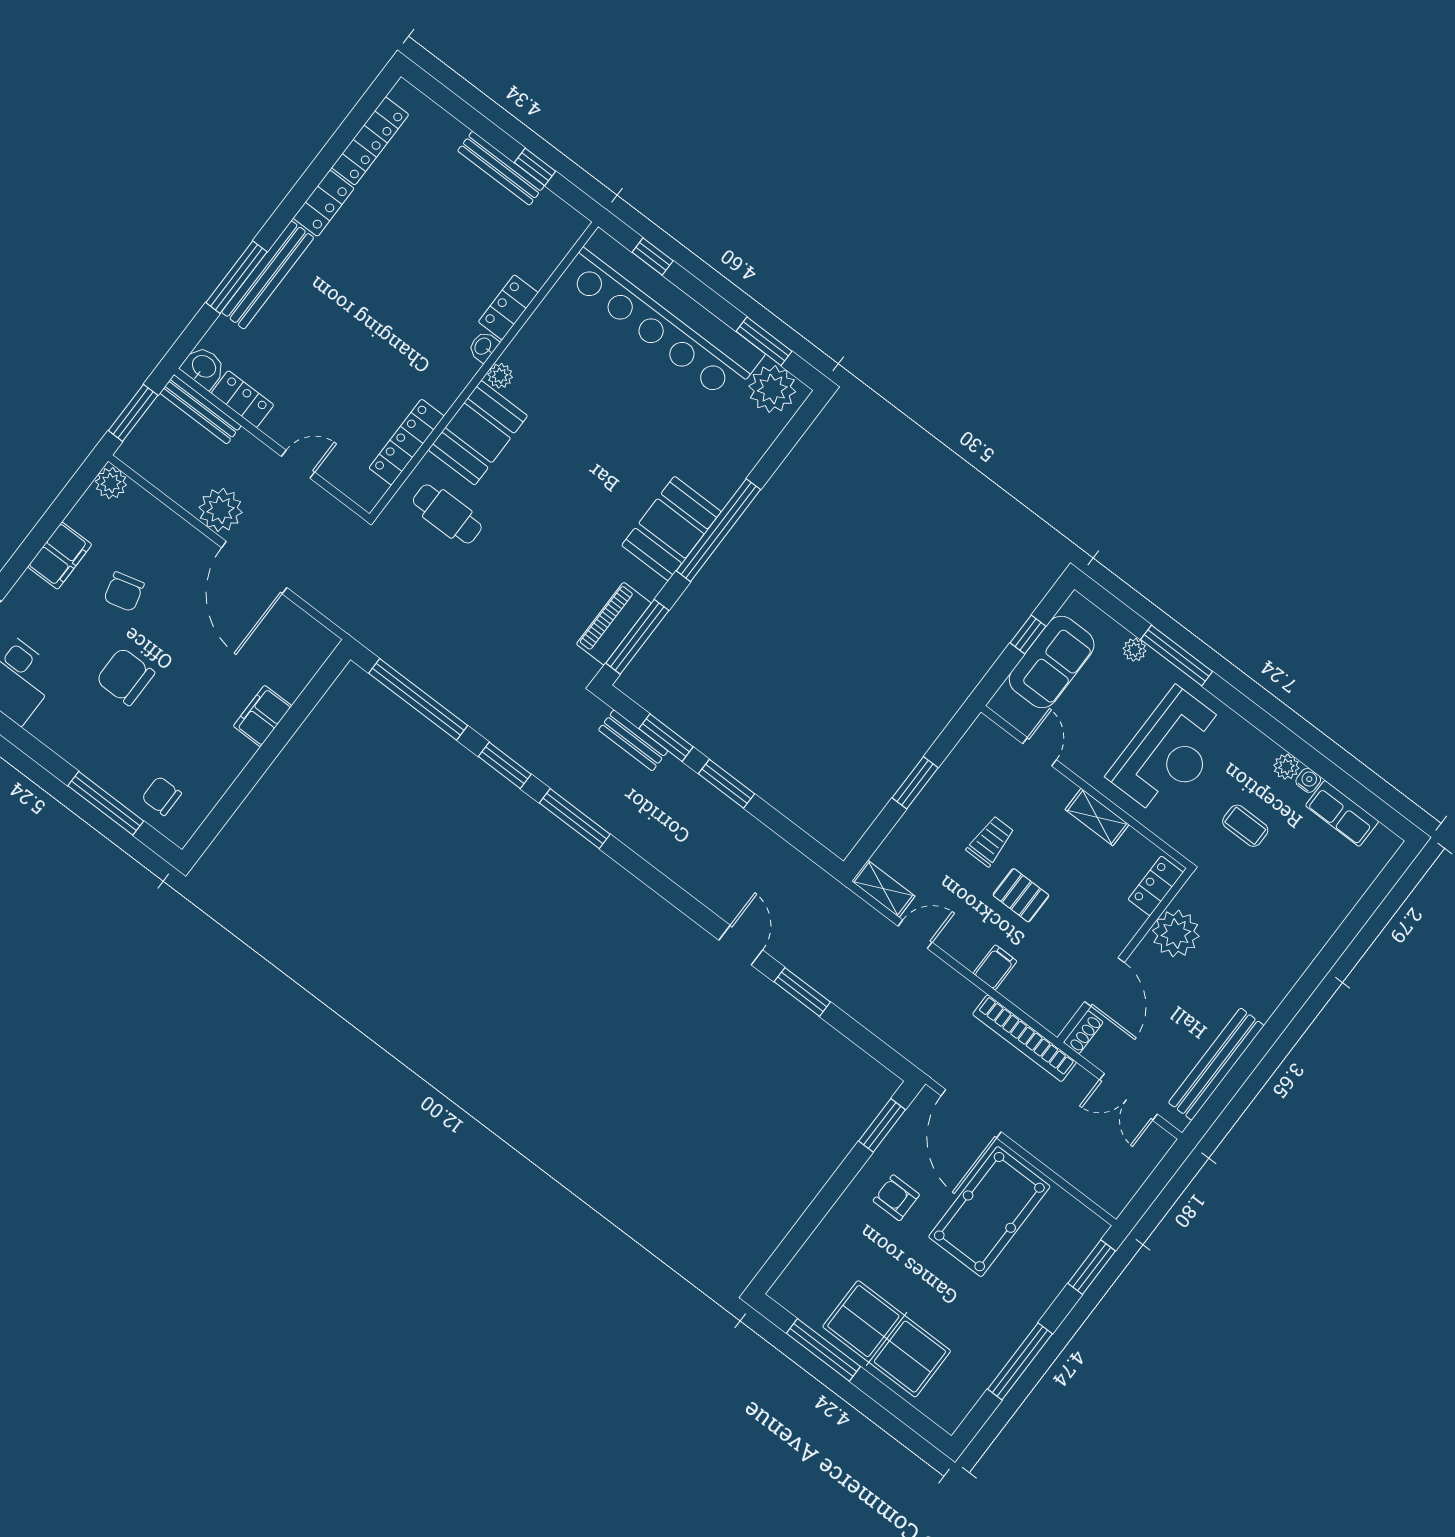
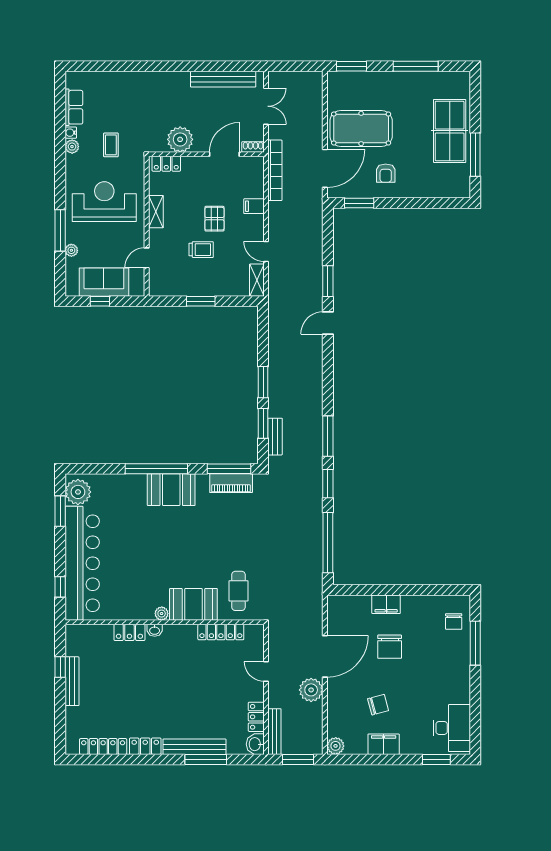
chair: (125, 677) -> (390, 647), moved
trolley: (990, 841) -> (201, 250), turned 180

